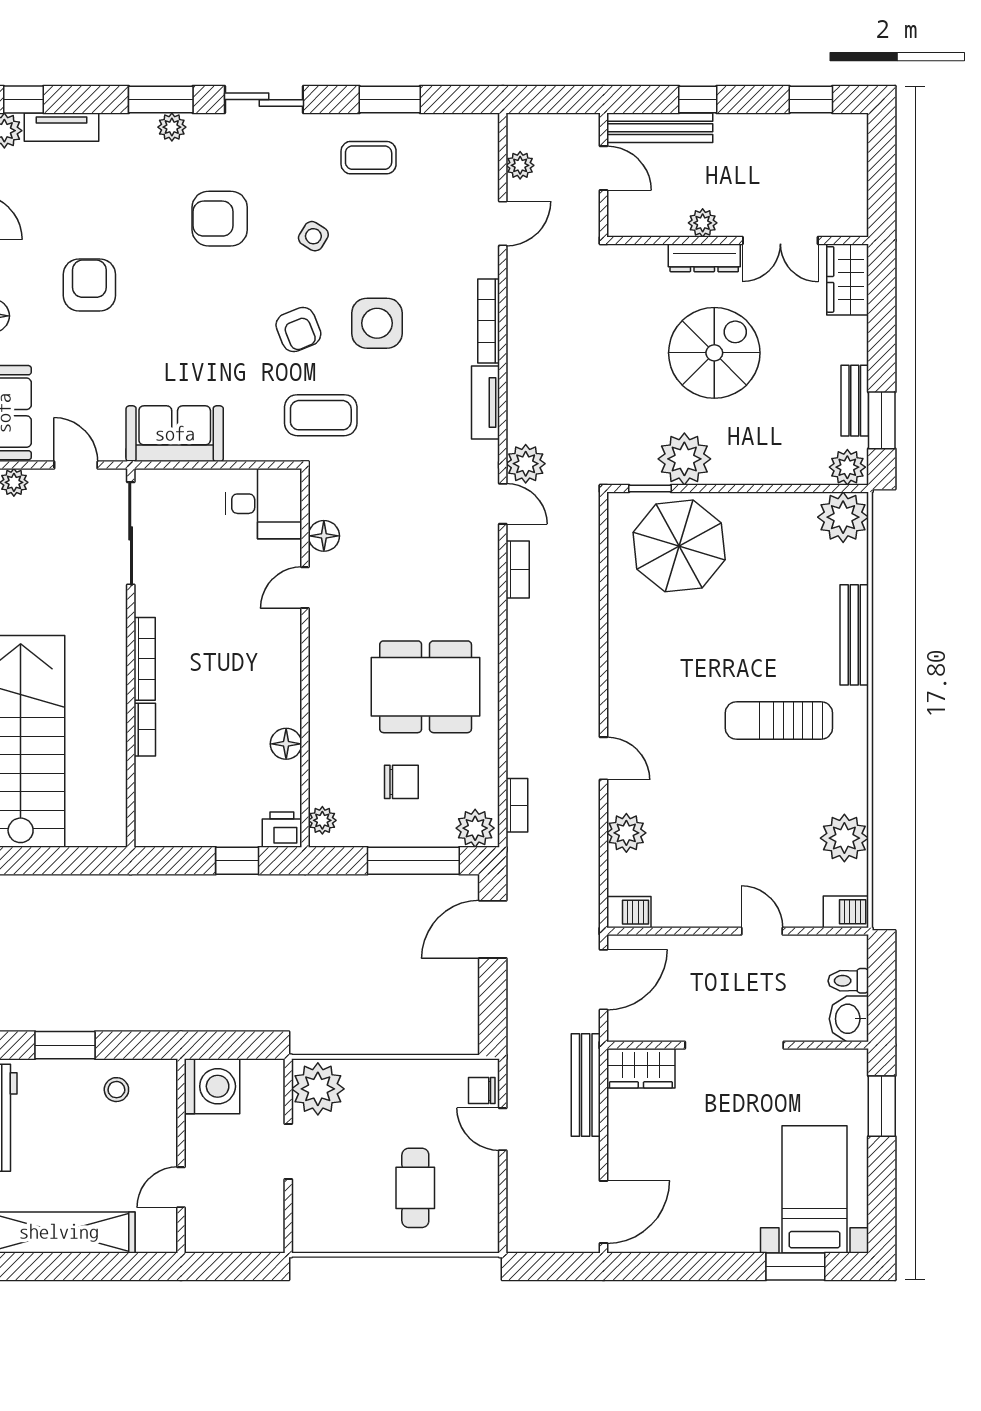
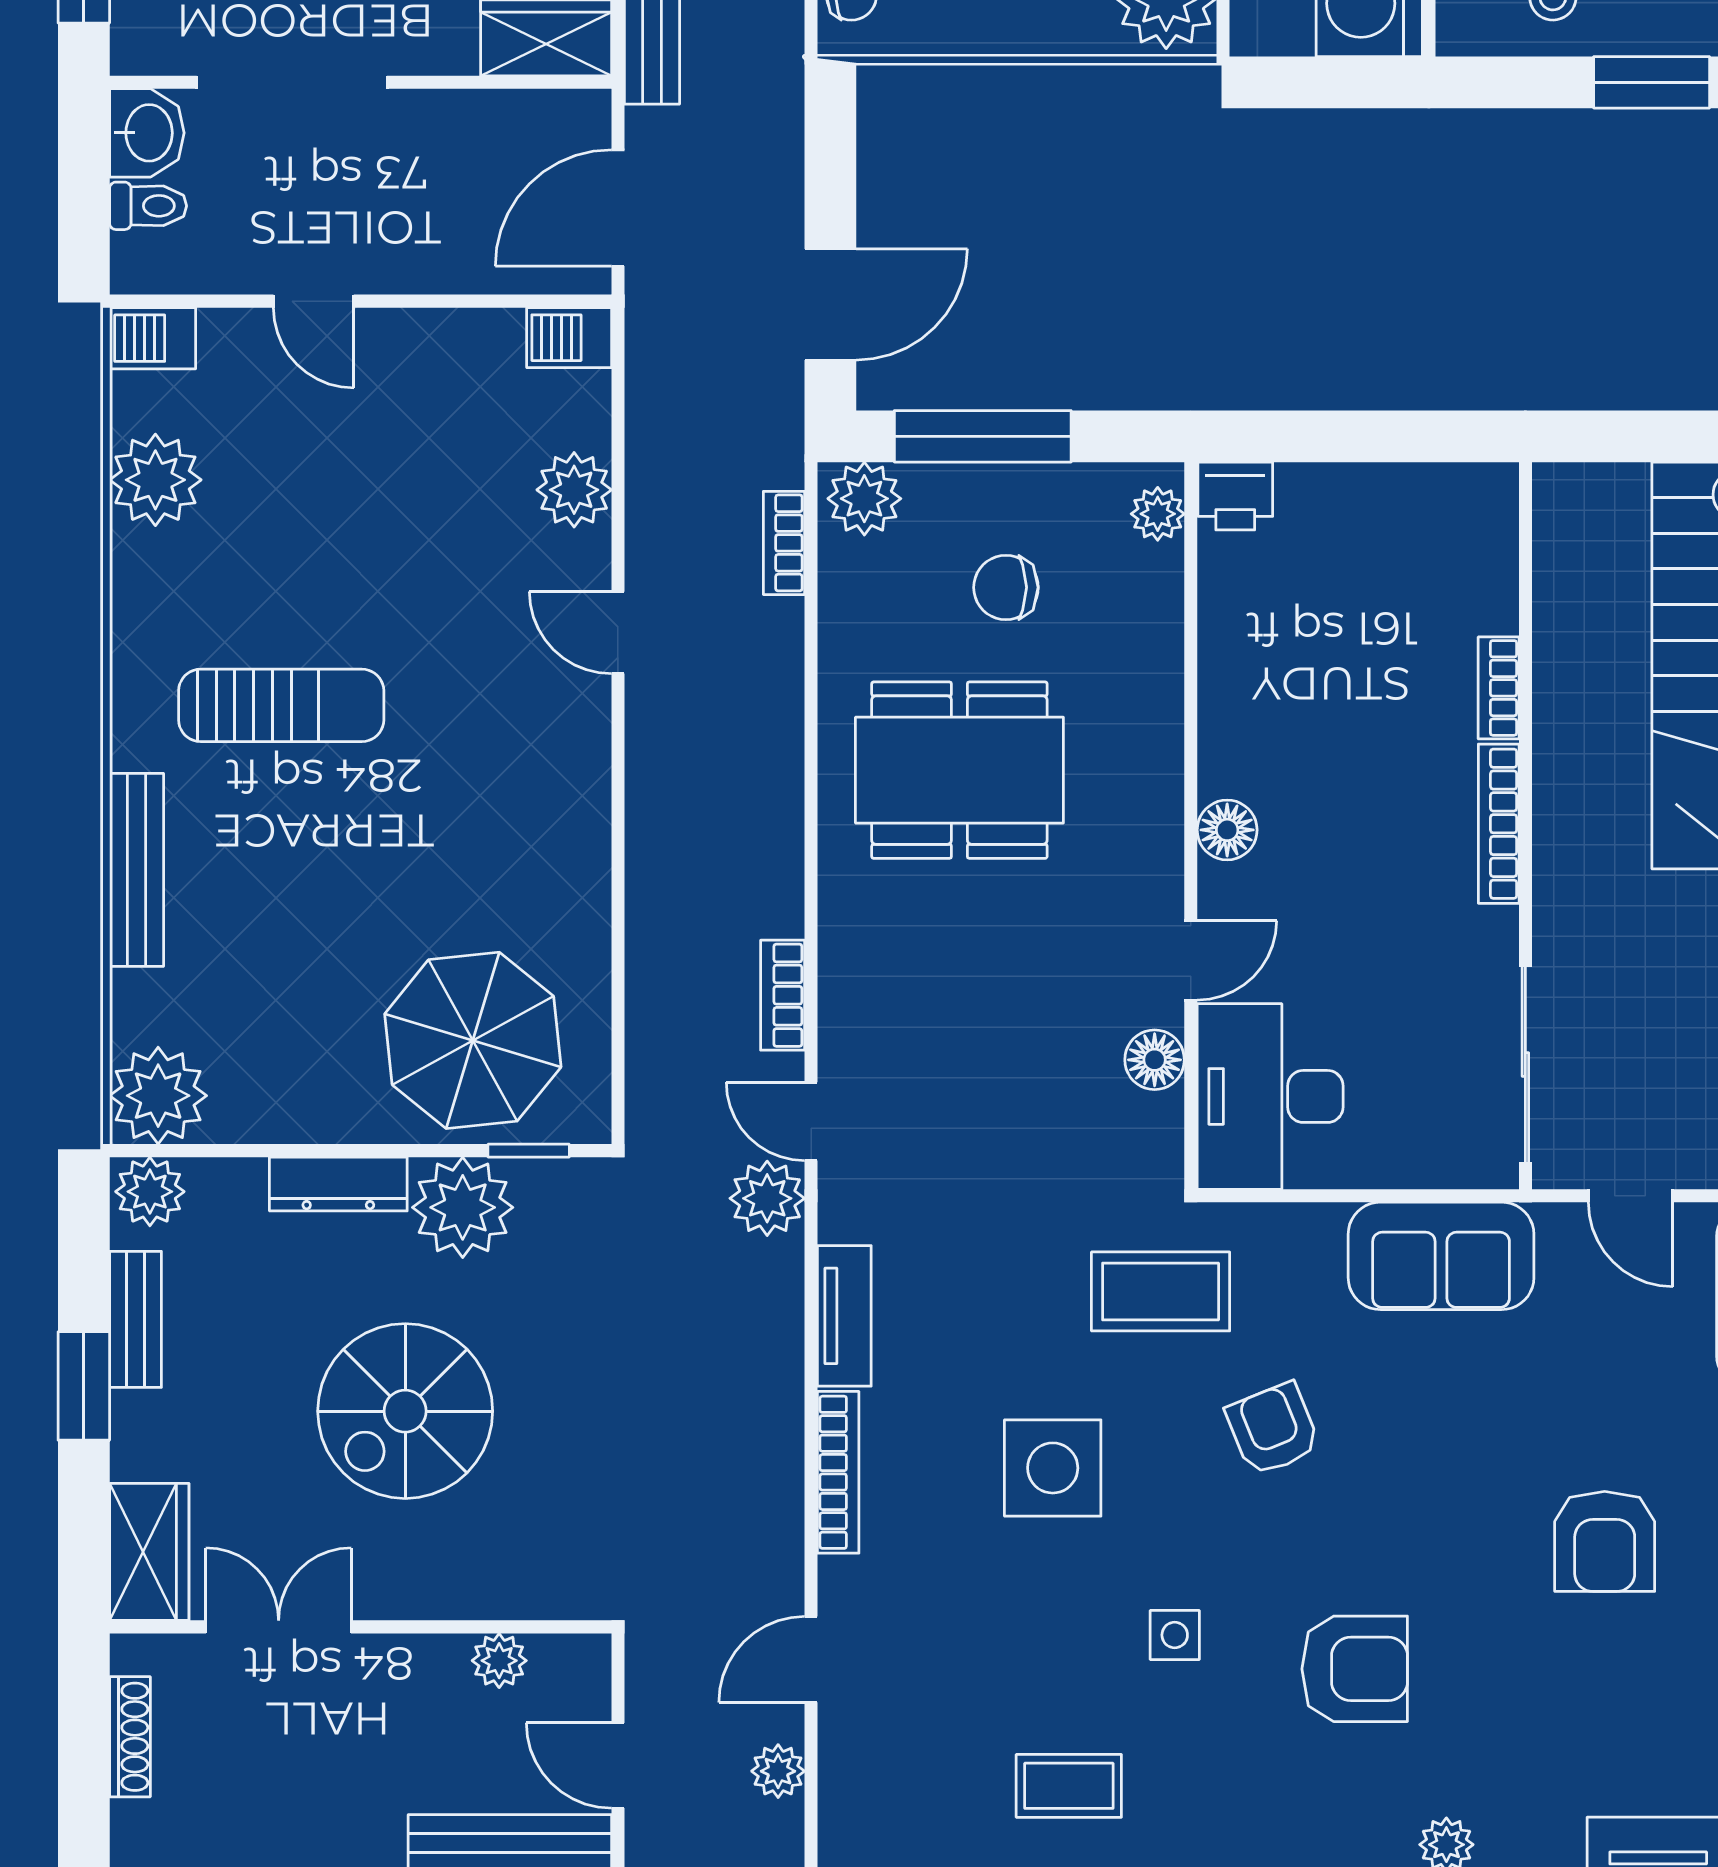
shoe rack: (858, 183) -> (130, 1737), added
plant: (703, 223) -> (499, 1661), moved
side table: (313, 236) -> (1175, 1635), turned -32
dresser: (704, 258) -> (338, 1184), moved, turned 180
armchair: (298, 329) -> (1273, 1429), moved
window: (882, 420) -> (84, 1386), moved
desk: (264, 504) -> (1270, 1096), width x1.37
floor lamp: (286, 744) -> (1227, 830), moved
window: (237, 861) -> (1321, 436), removed
doorway: (734, 1045) -> (292, 82), moved

